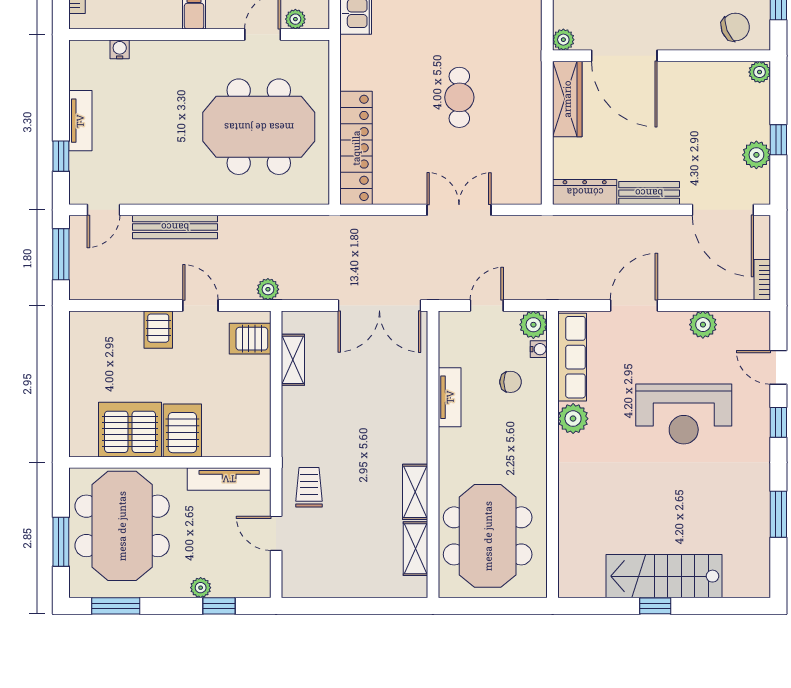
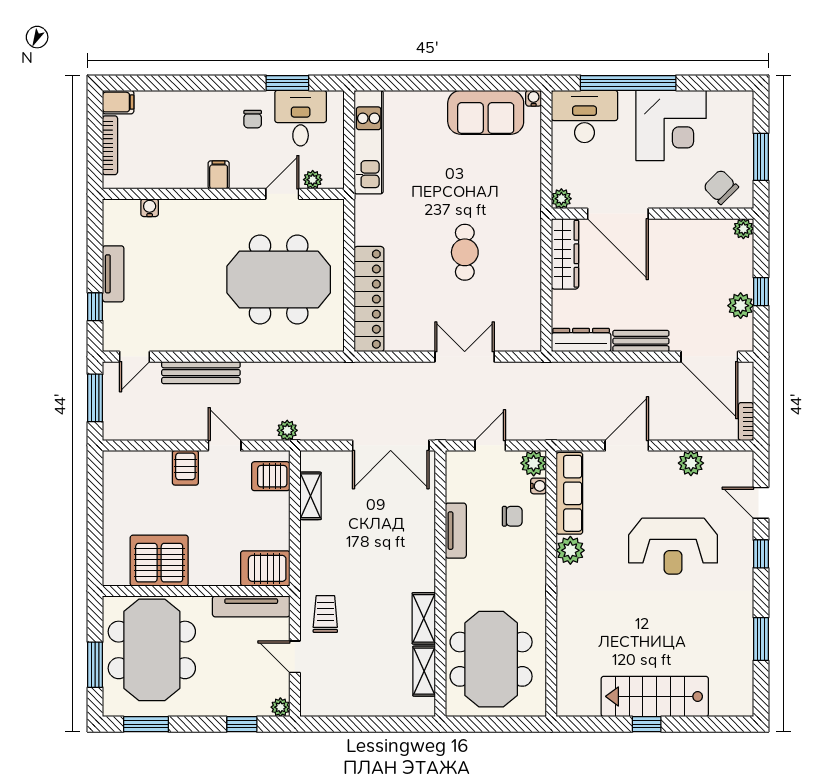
chair: (735, 27) -> (721, 187), turned -113
server rack: (182, 430) -> (265, 568), moved, turned -90
plant: (201, 588) -> (280, 707), moved

